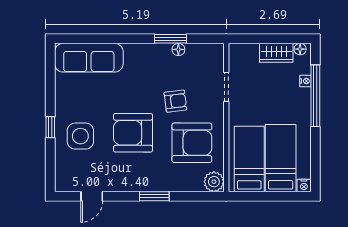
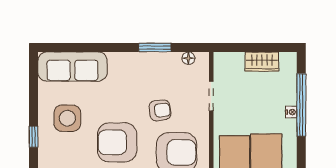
floor lamp: (178, 49) -> (188, 58), moved
floor lamp: (300, 49) -> (286, 58), removed
nightstand: (305, 81) -> (291, 112), moved
side table: (80, 136) -> (67, 118), moved

